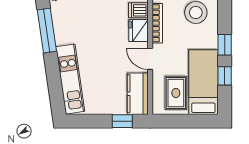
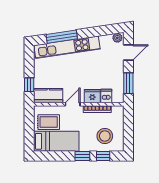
window: (47, 31) -> (62, 37), moved
window: (225, 76) -> (103, 156), moved
kitchen unit: (70, 79) -> (67, 47), width x1.36

